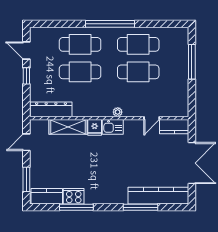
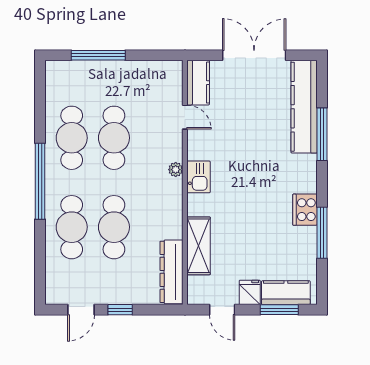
fridge: (95, 127) -> (250, 292), moved, turned -90
kitchen counter: (47, 196) -> (286, 293), moved, turned 90
cooker: (74, 196) -> (305, 210), moved

